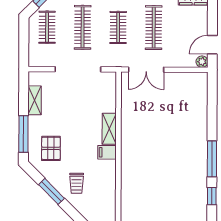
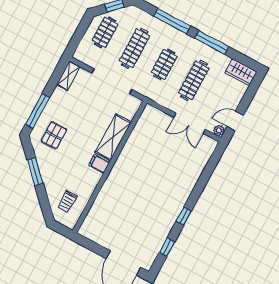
double door: (146, 70) -> (190, 123), moved
shelving: (35, 100) -> (68, 76), moved
shelving: (109, 129) -> (113, 137), width x1.50, depth x1.33
window: (212, 159) -> (184, 216), width x0.46
trolley: (77, 183) -> (67, 201), moved

